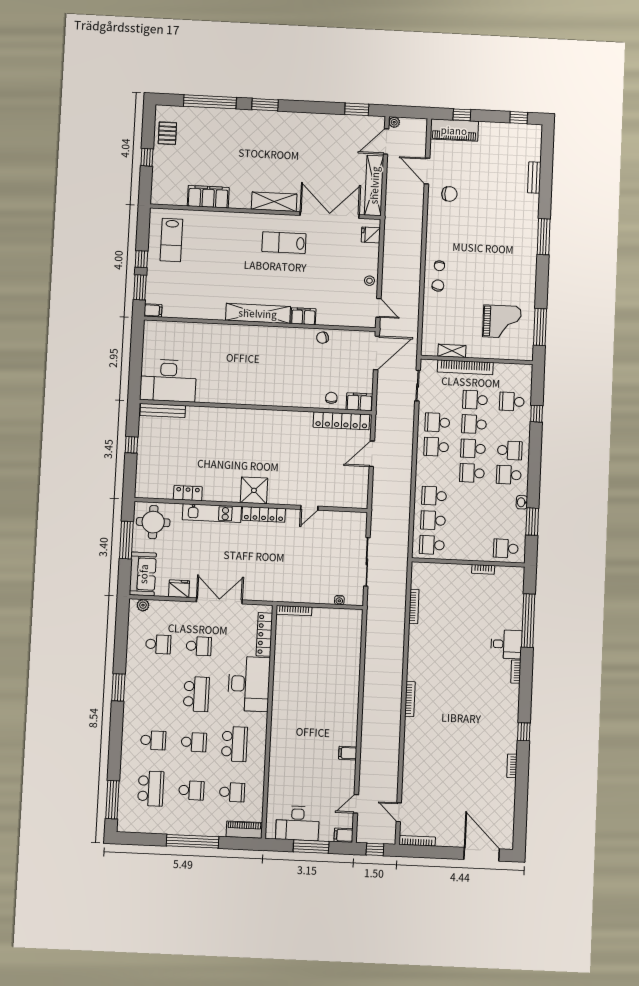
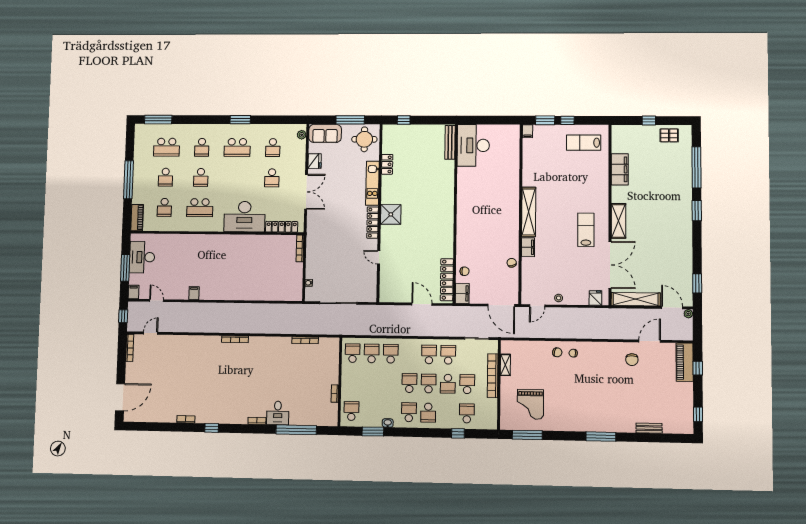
school desk: (474, 424) -> (448, 384), turned 180
window: (131, 445) -> (404, 120), moved
school desk: (196, 694) -> (237, 147), moved

